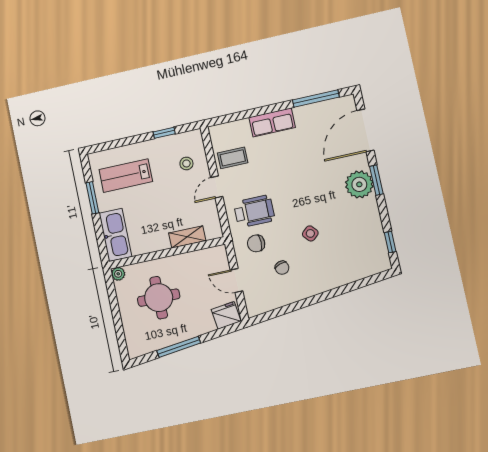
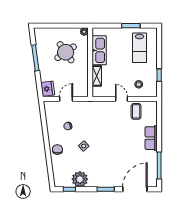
door: (365, 130) -> (135, 189), hinge flipped
lab bench: (126, 176) -> (140, 48), turned 180
plant: (359, 184) -> (80, 179), moved
wheelchair: (254, 211) -> (103, 117), removed
kitchen sink: (115, 235) -> (99, 50), moved, turned -90
chair: (256, 243) -> (57, 149), moved
round table: (159, 298) -> (66, 52), turned -35

